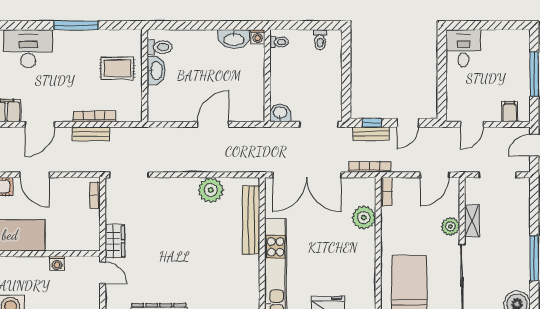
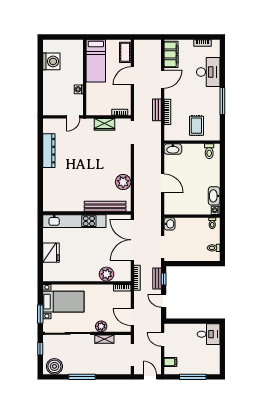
washbasin: (156, 70) -> (173, 149), moved
door: (40, 124) -> (163, 79), swing flipped
wardrobe: (115, 241) -> (105, 124), moved

